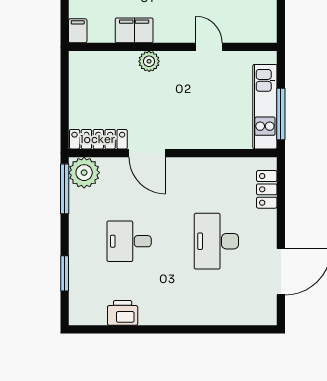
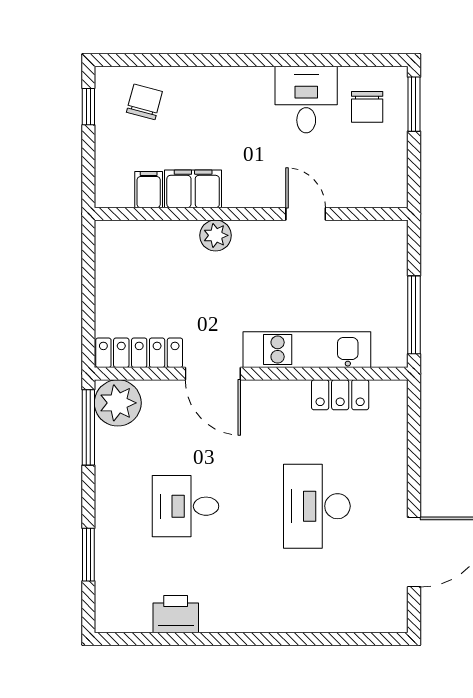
filing cabinet: (78, 31) -> (149, 190), moved
kitchen unit: (265, 107) -> (307, 350), moved, turned 90
locker: (267, 189) -> (340, 395), moved, turned -90

